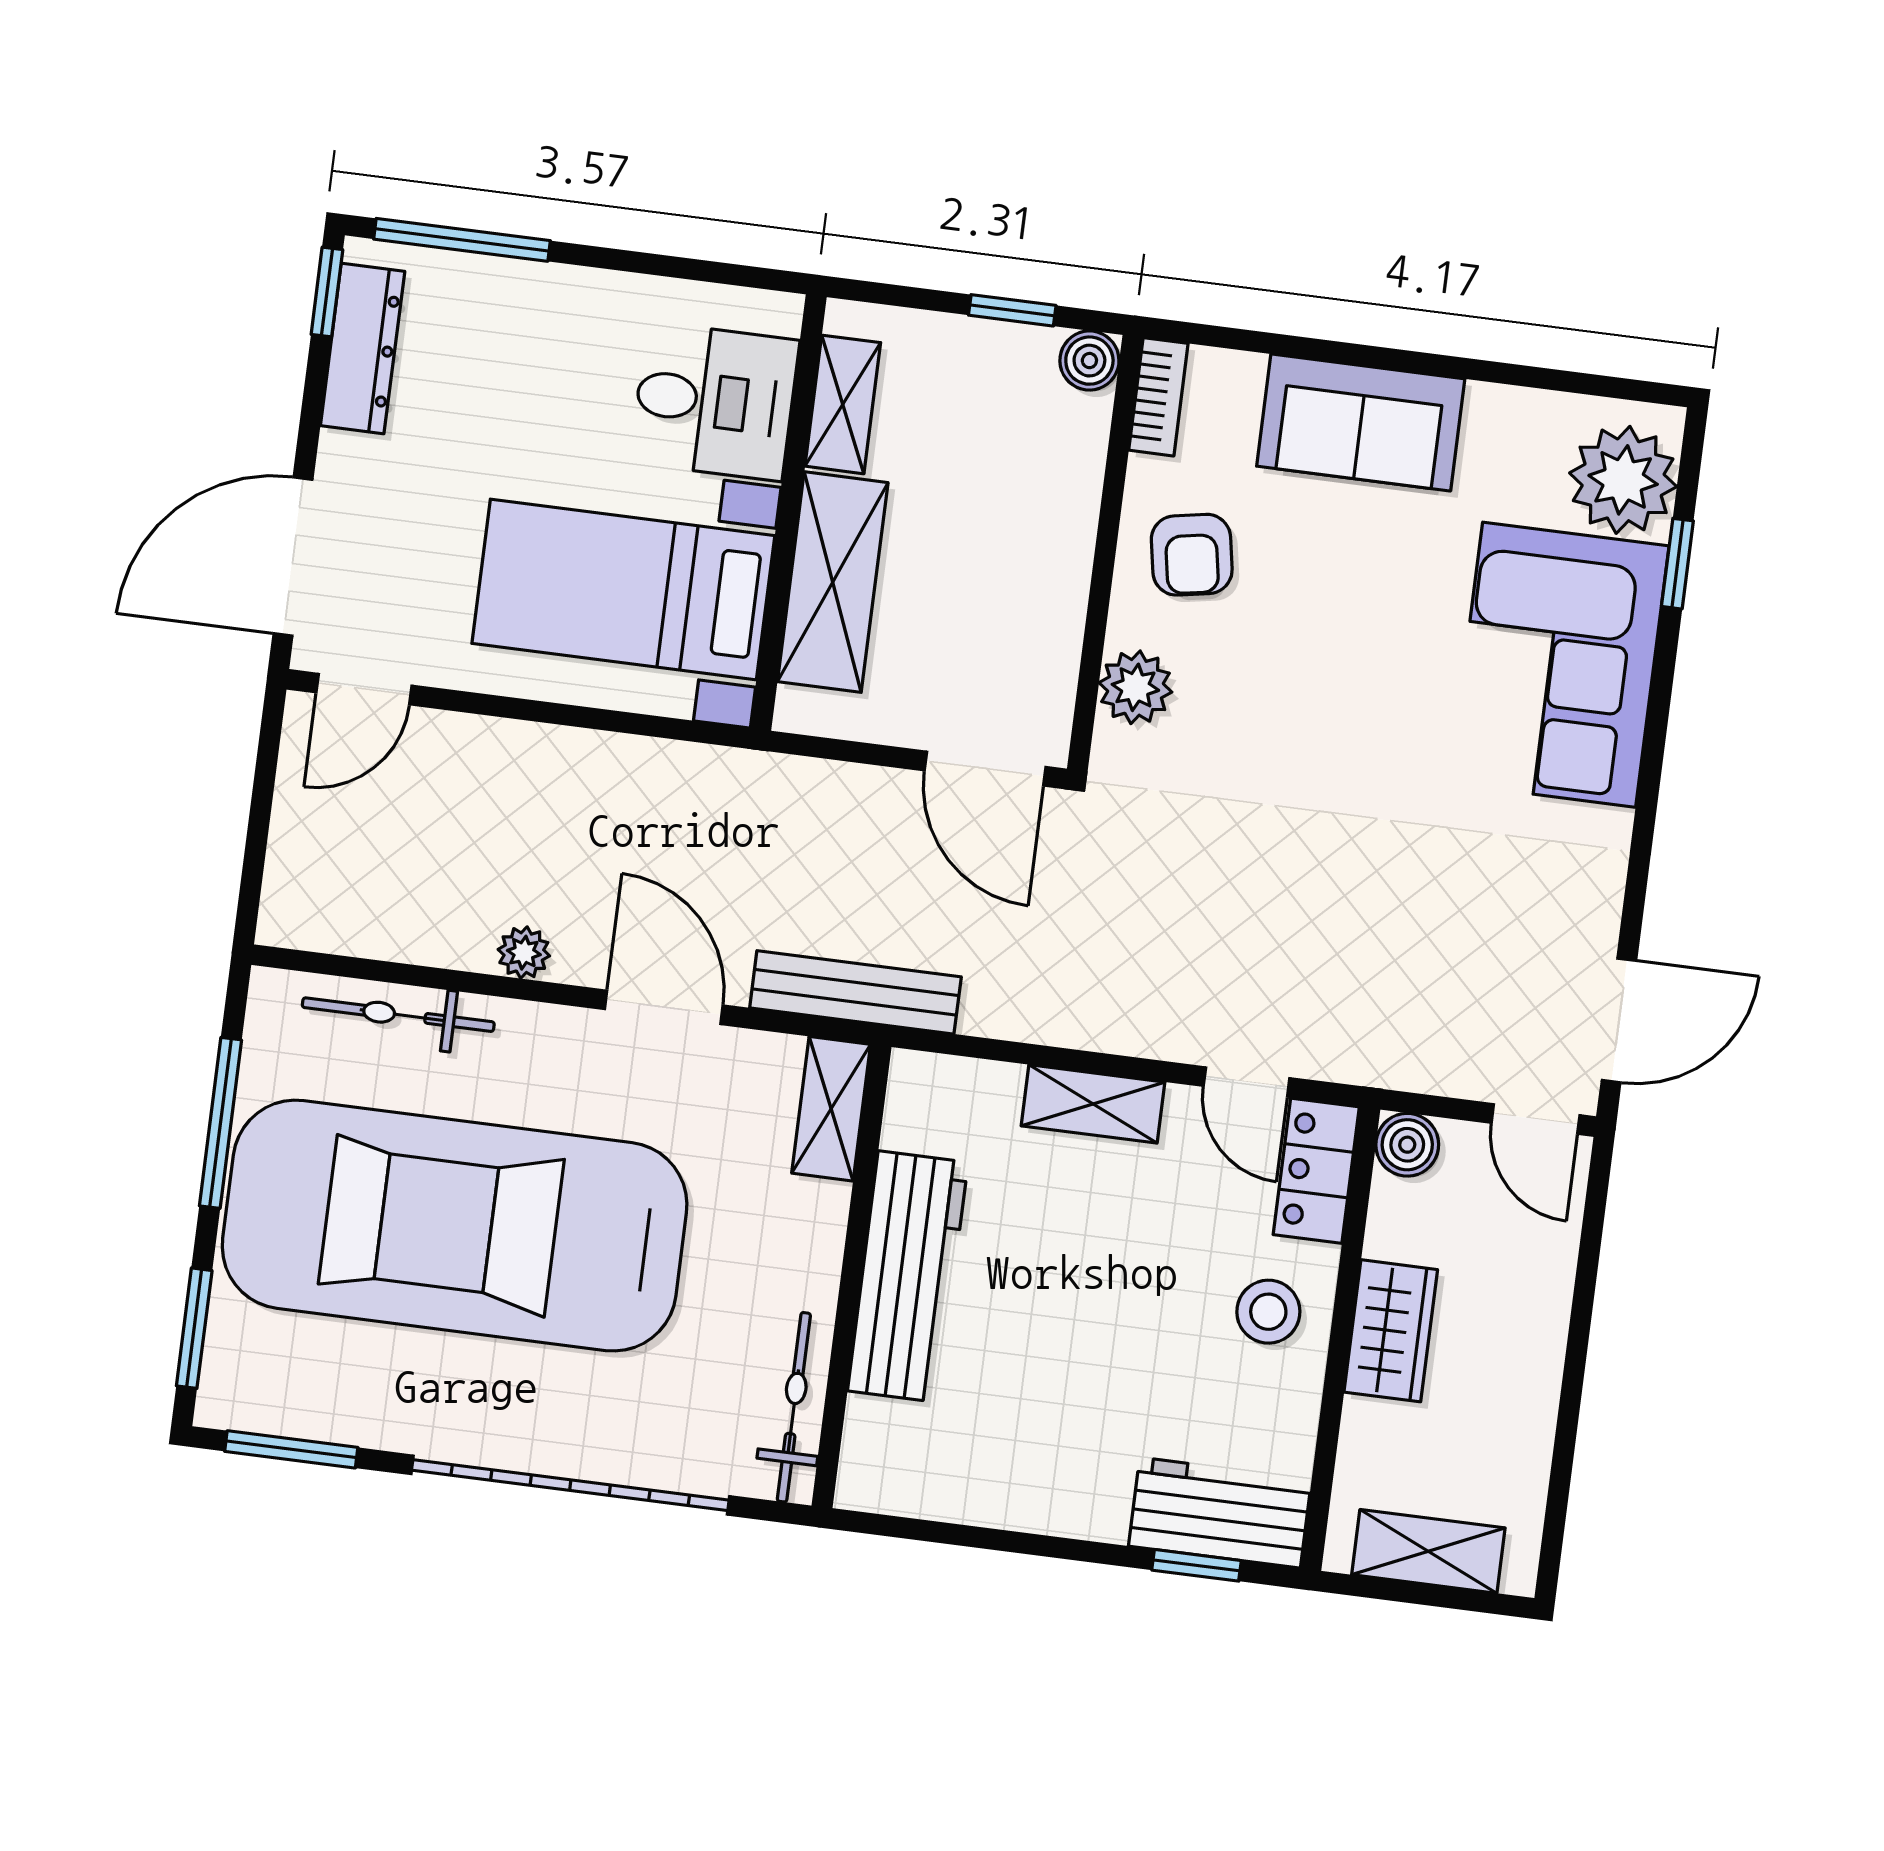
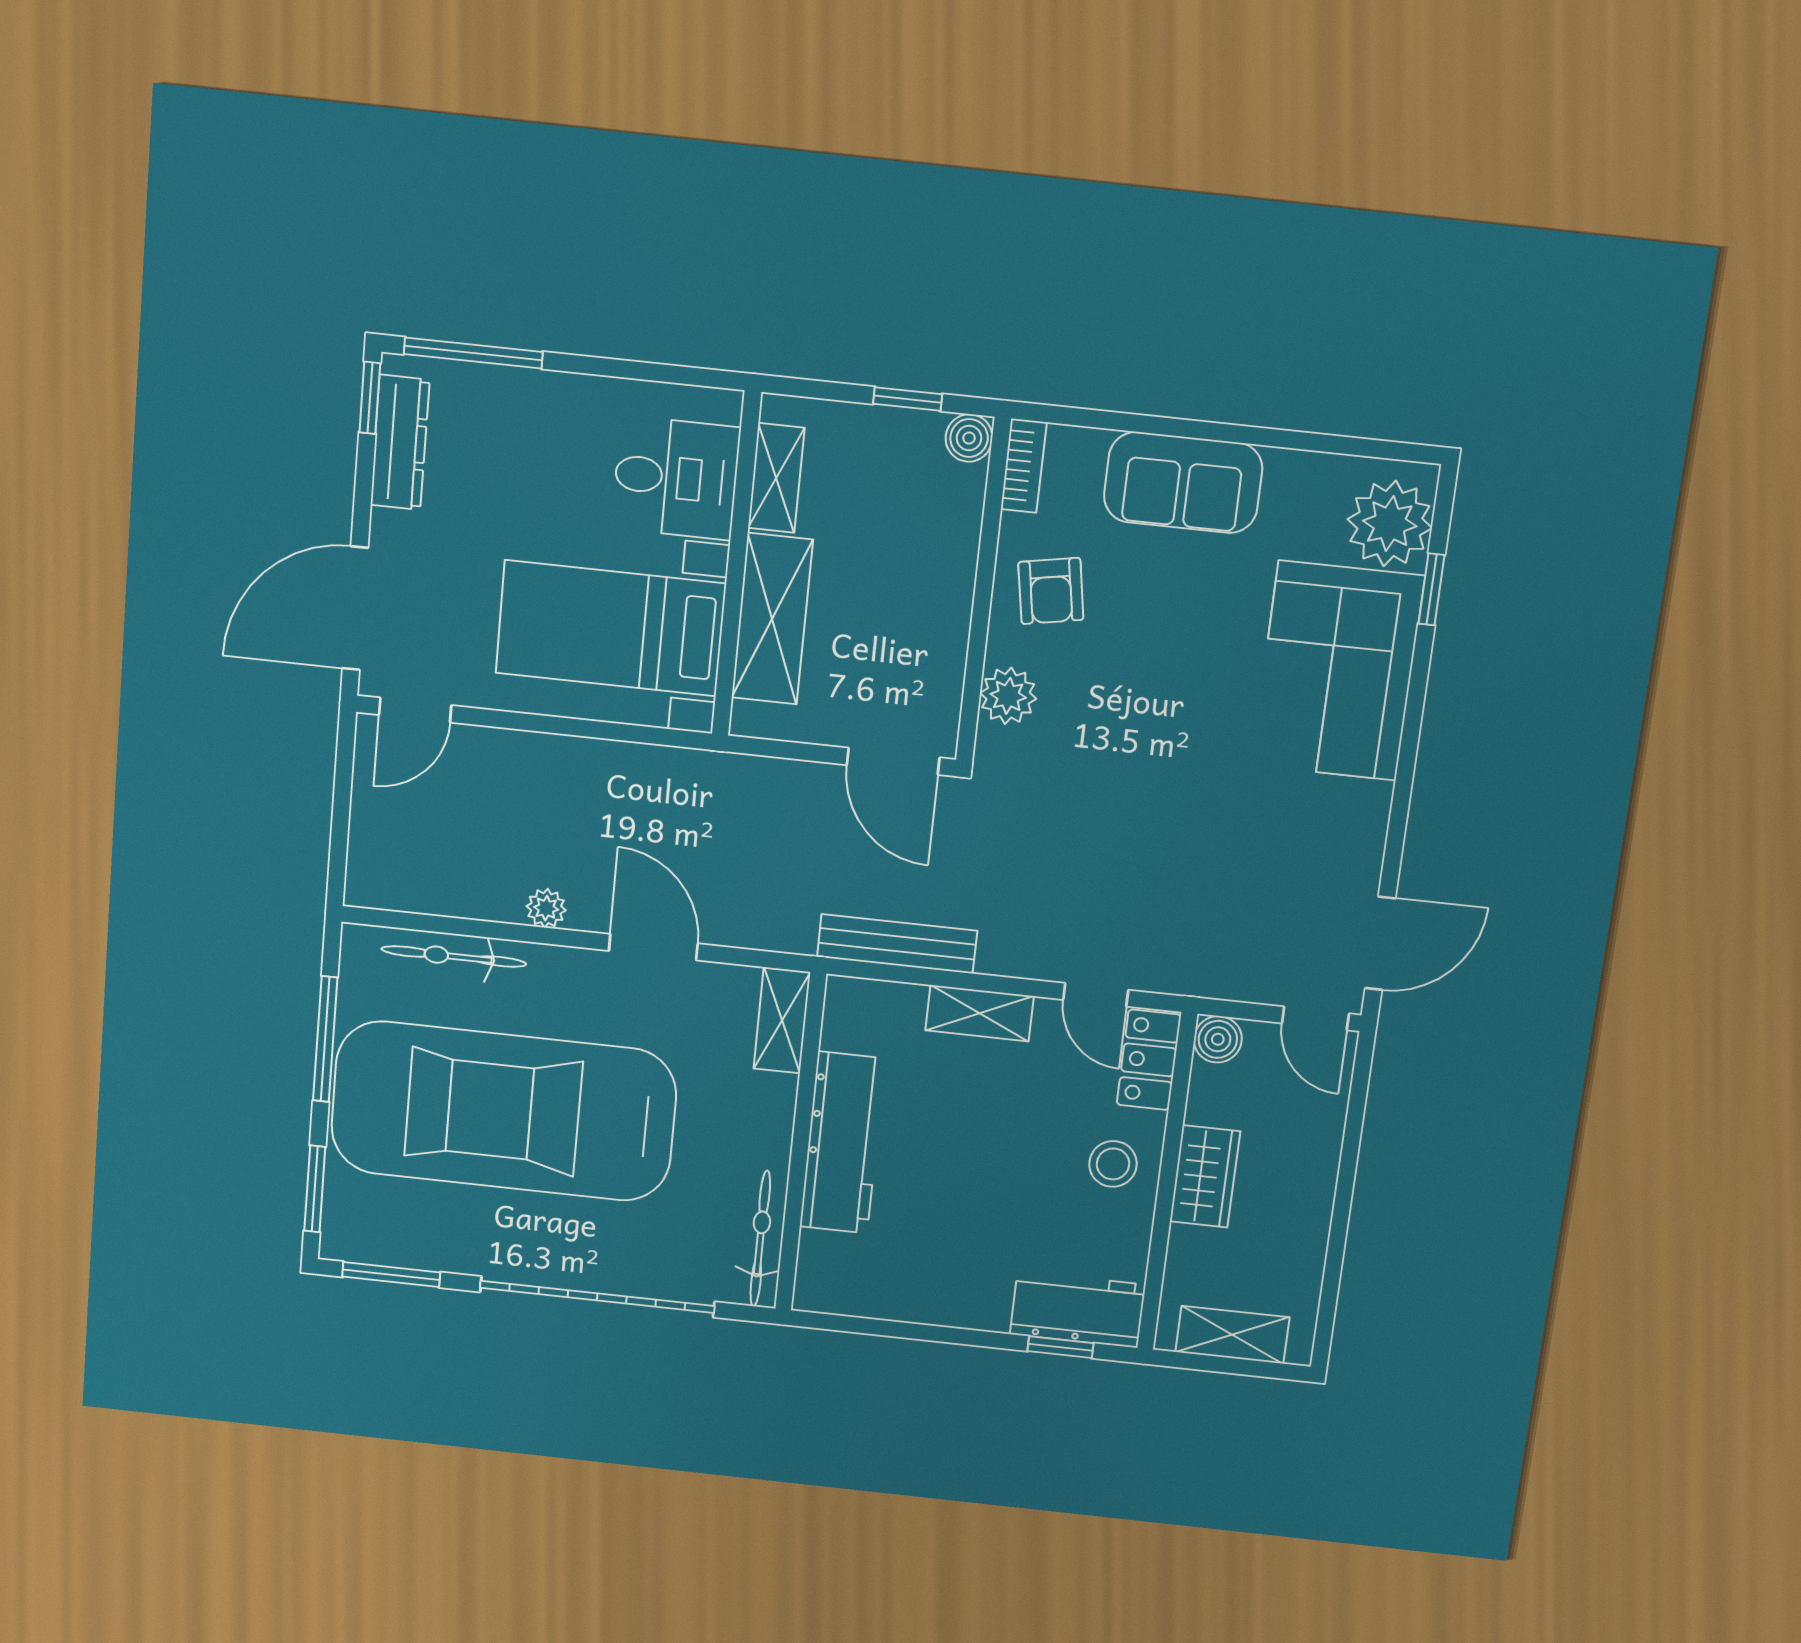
bench: (855, 992) -> (897, 944), moved

